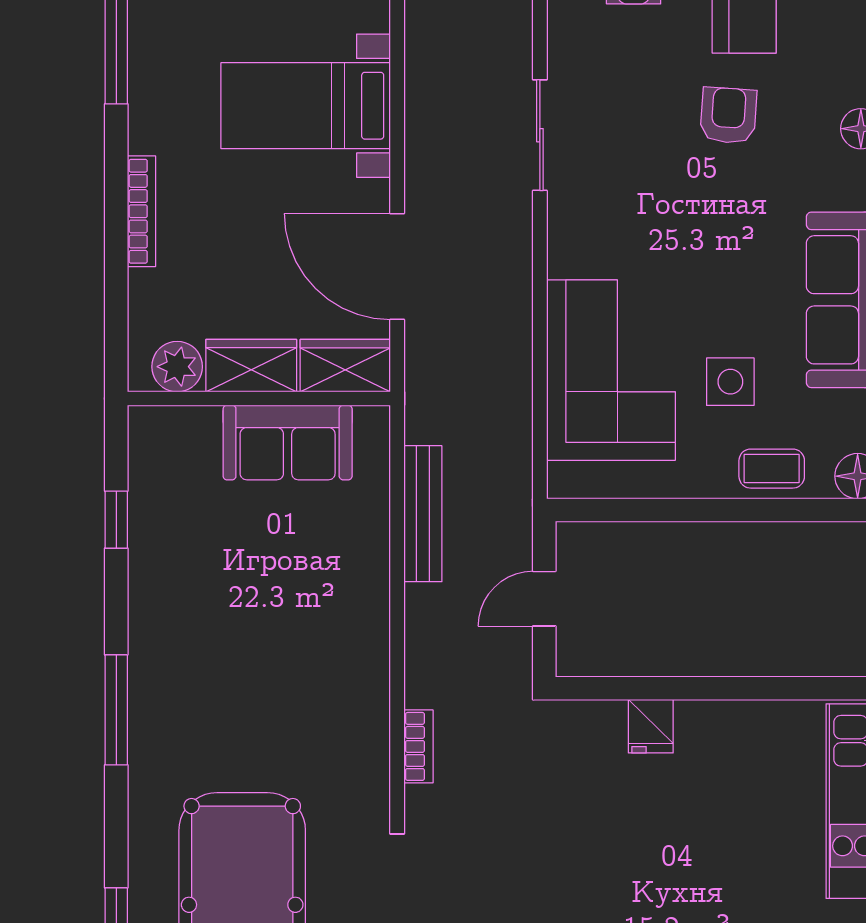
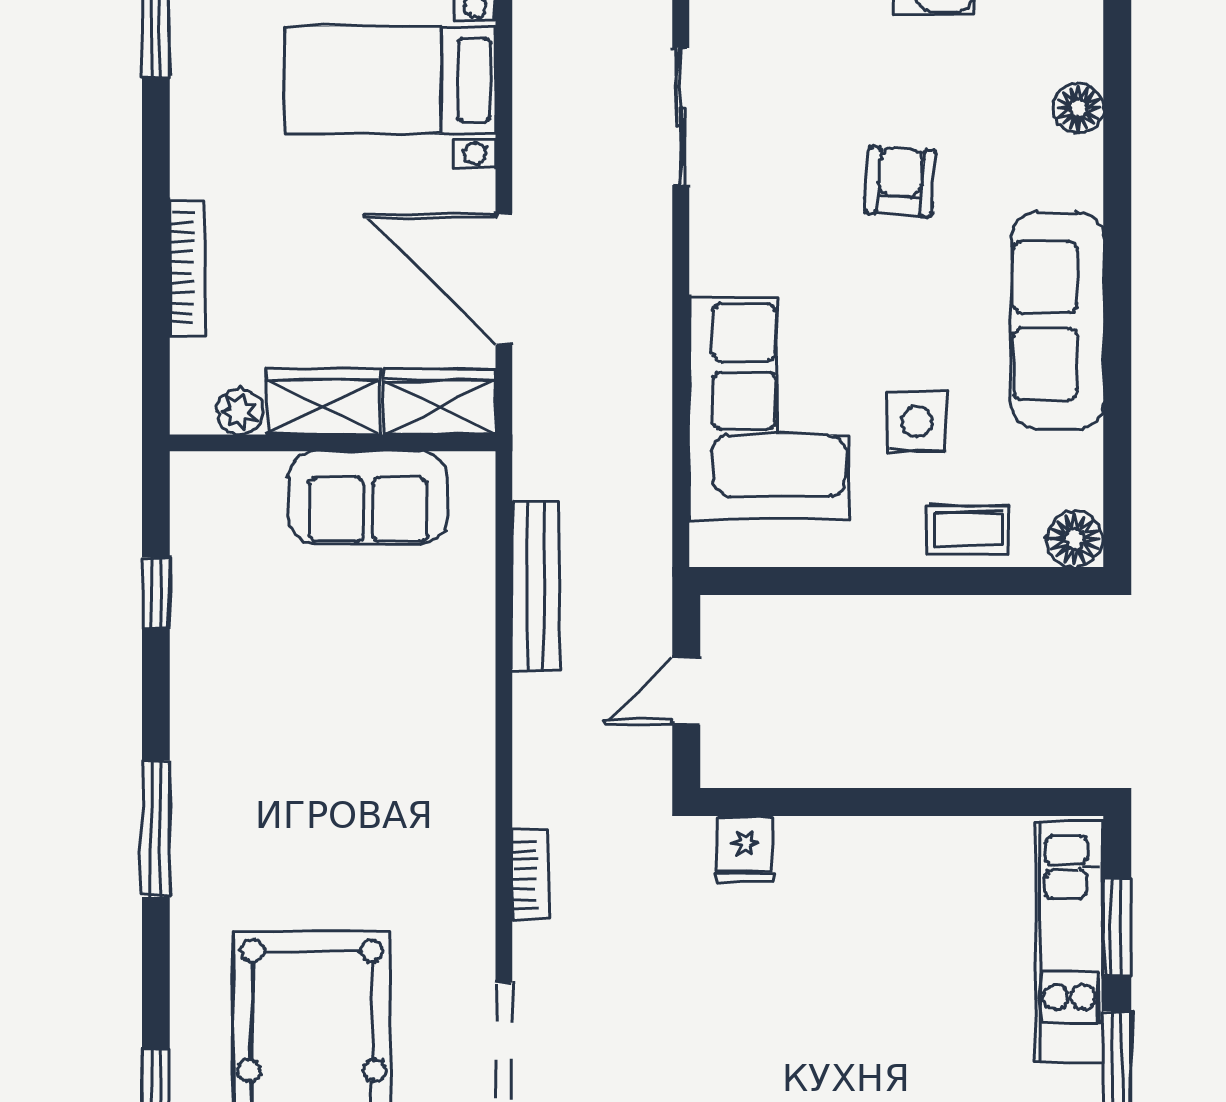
armchair: (728, 115) -> (900, 182), moved
bookcase: (142, 211) -> (187, 267), moved
plant: (177, 367) -> (240, 412), width x0.73, depth x0.73
fridge: (651, 726) -> (745, 849), moved

